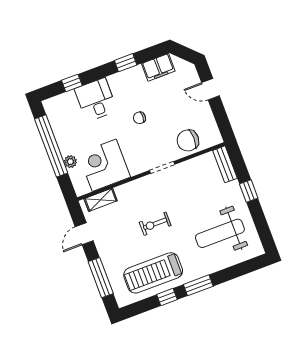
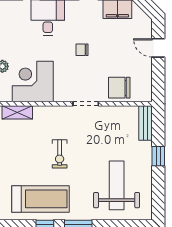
exercise bike: (155, 224) -> (60, 154), turned -90
weight bench: (220, 233) -> (117, 185), turned 90
treadmill: (153, 273) -> (41, 199), turned 180

